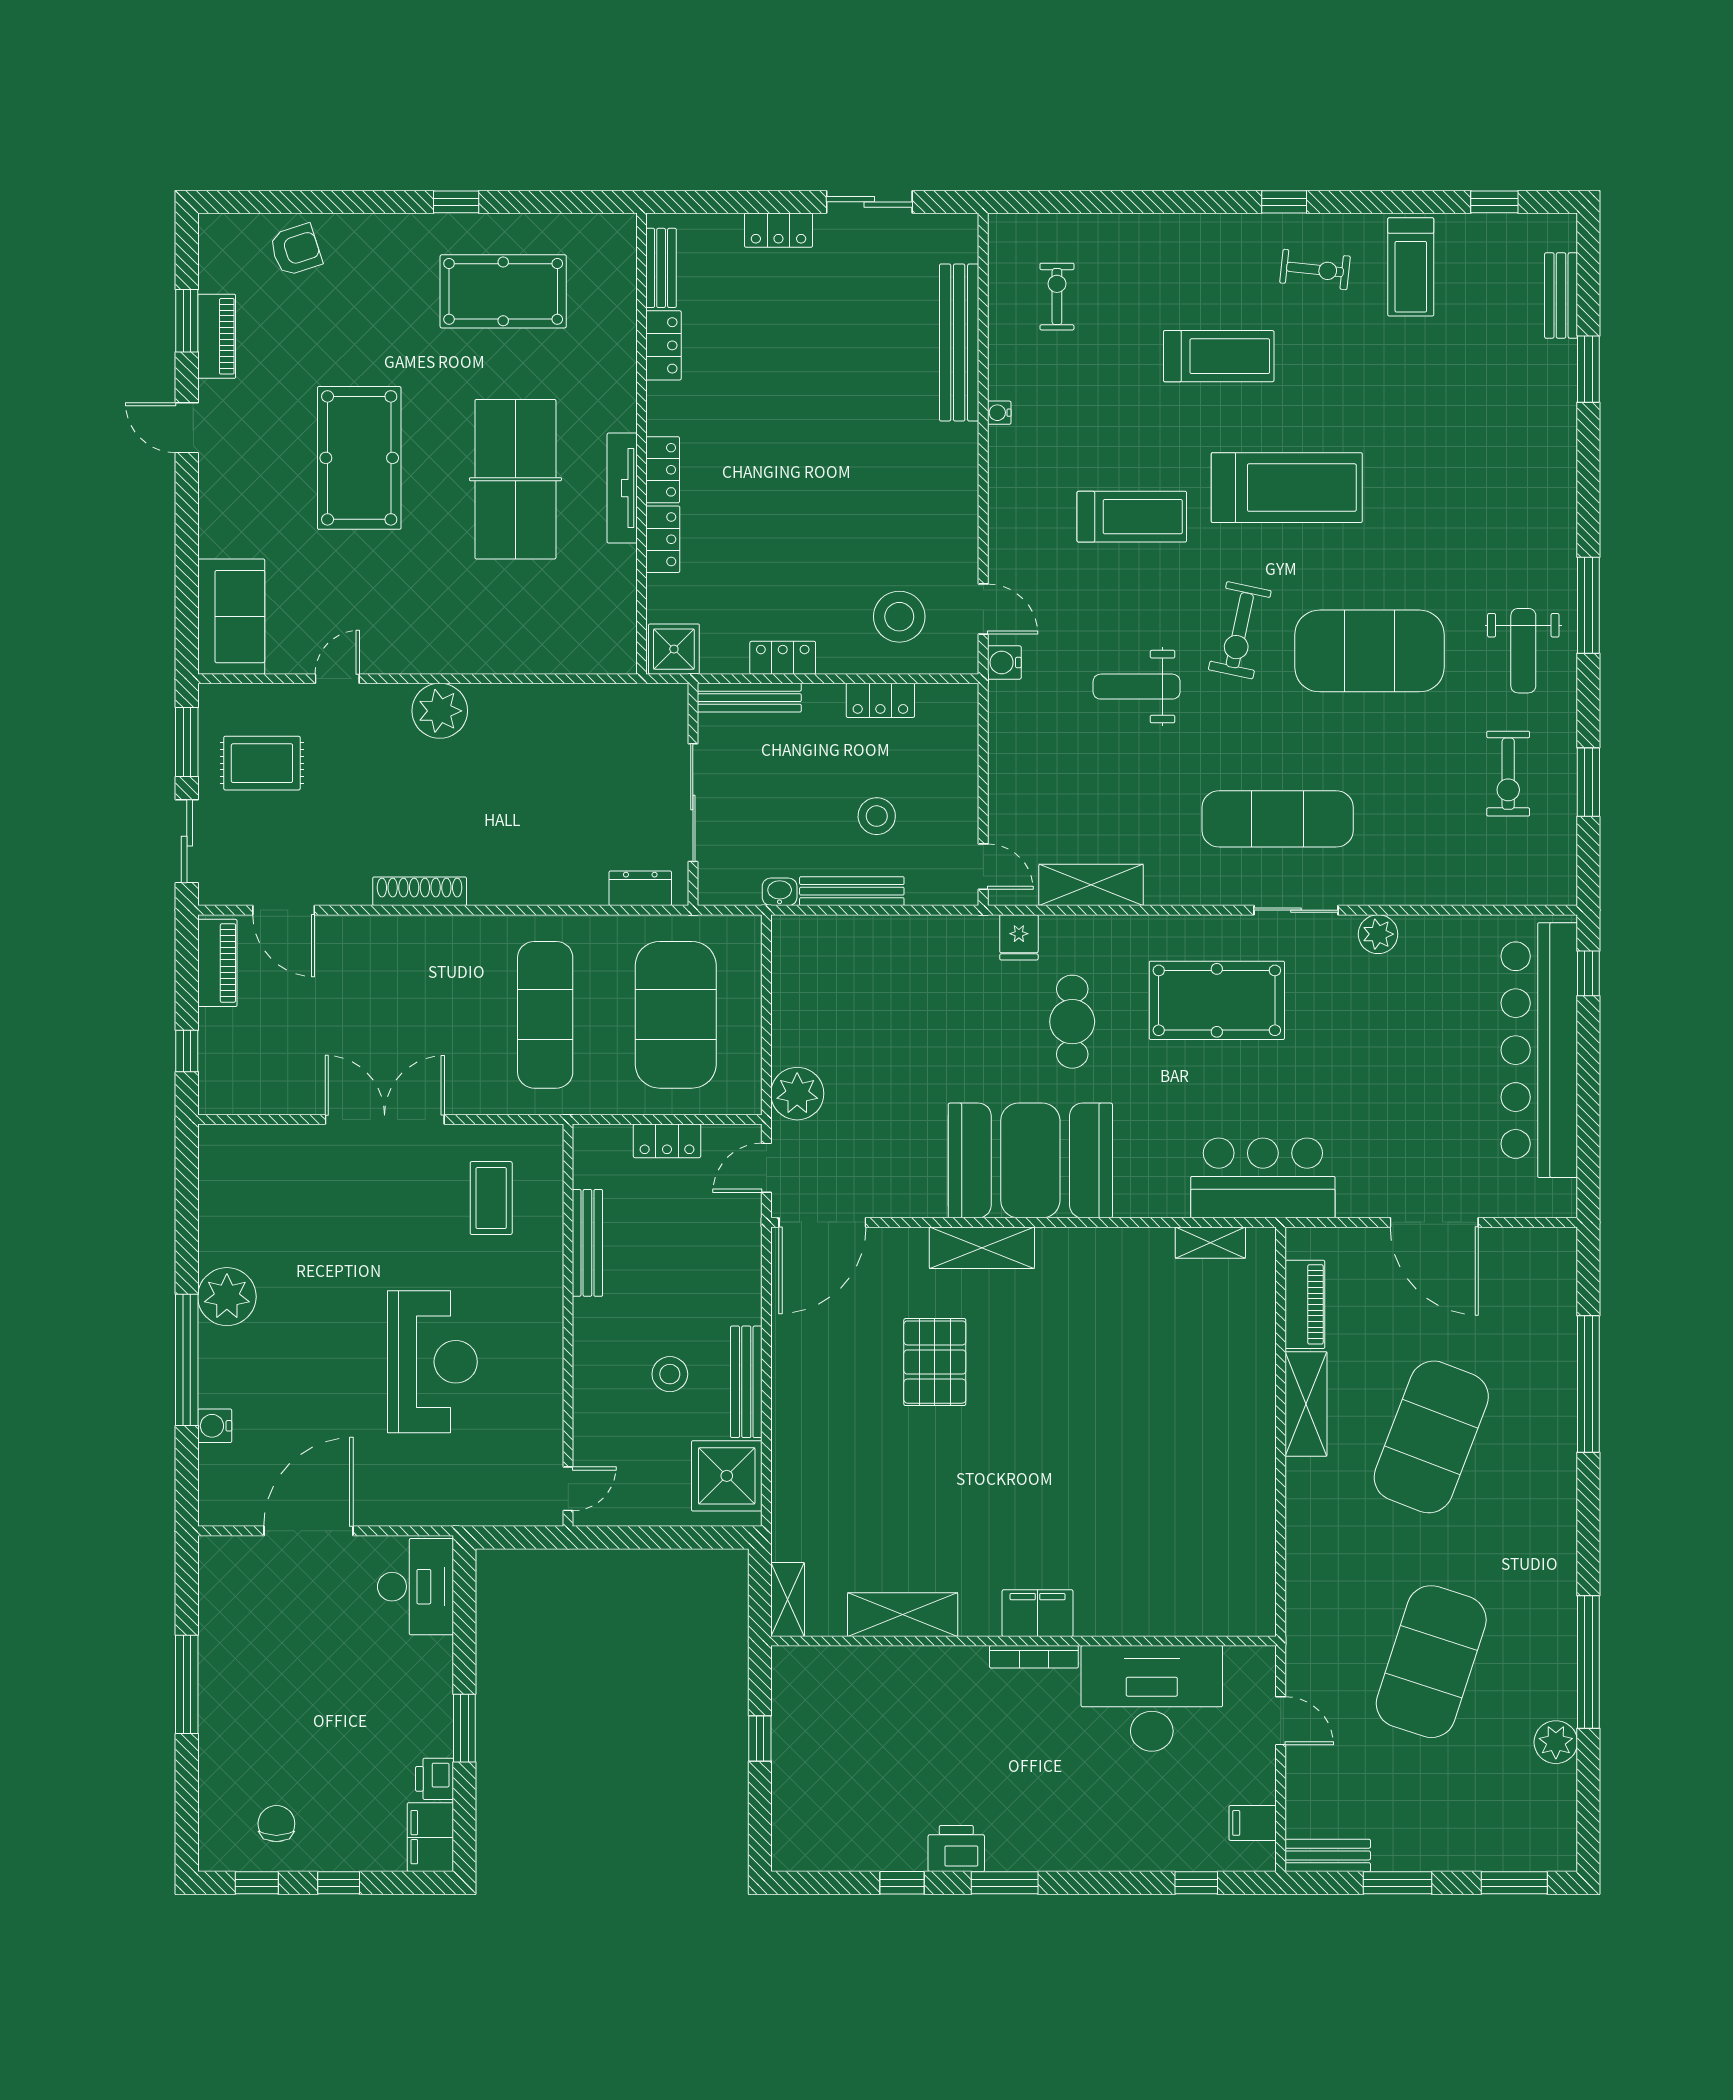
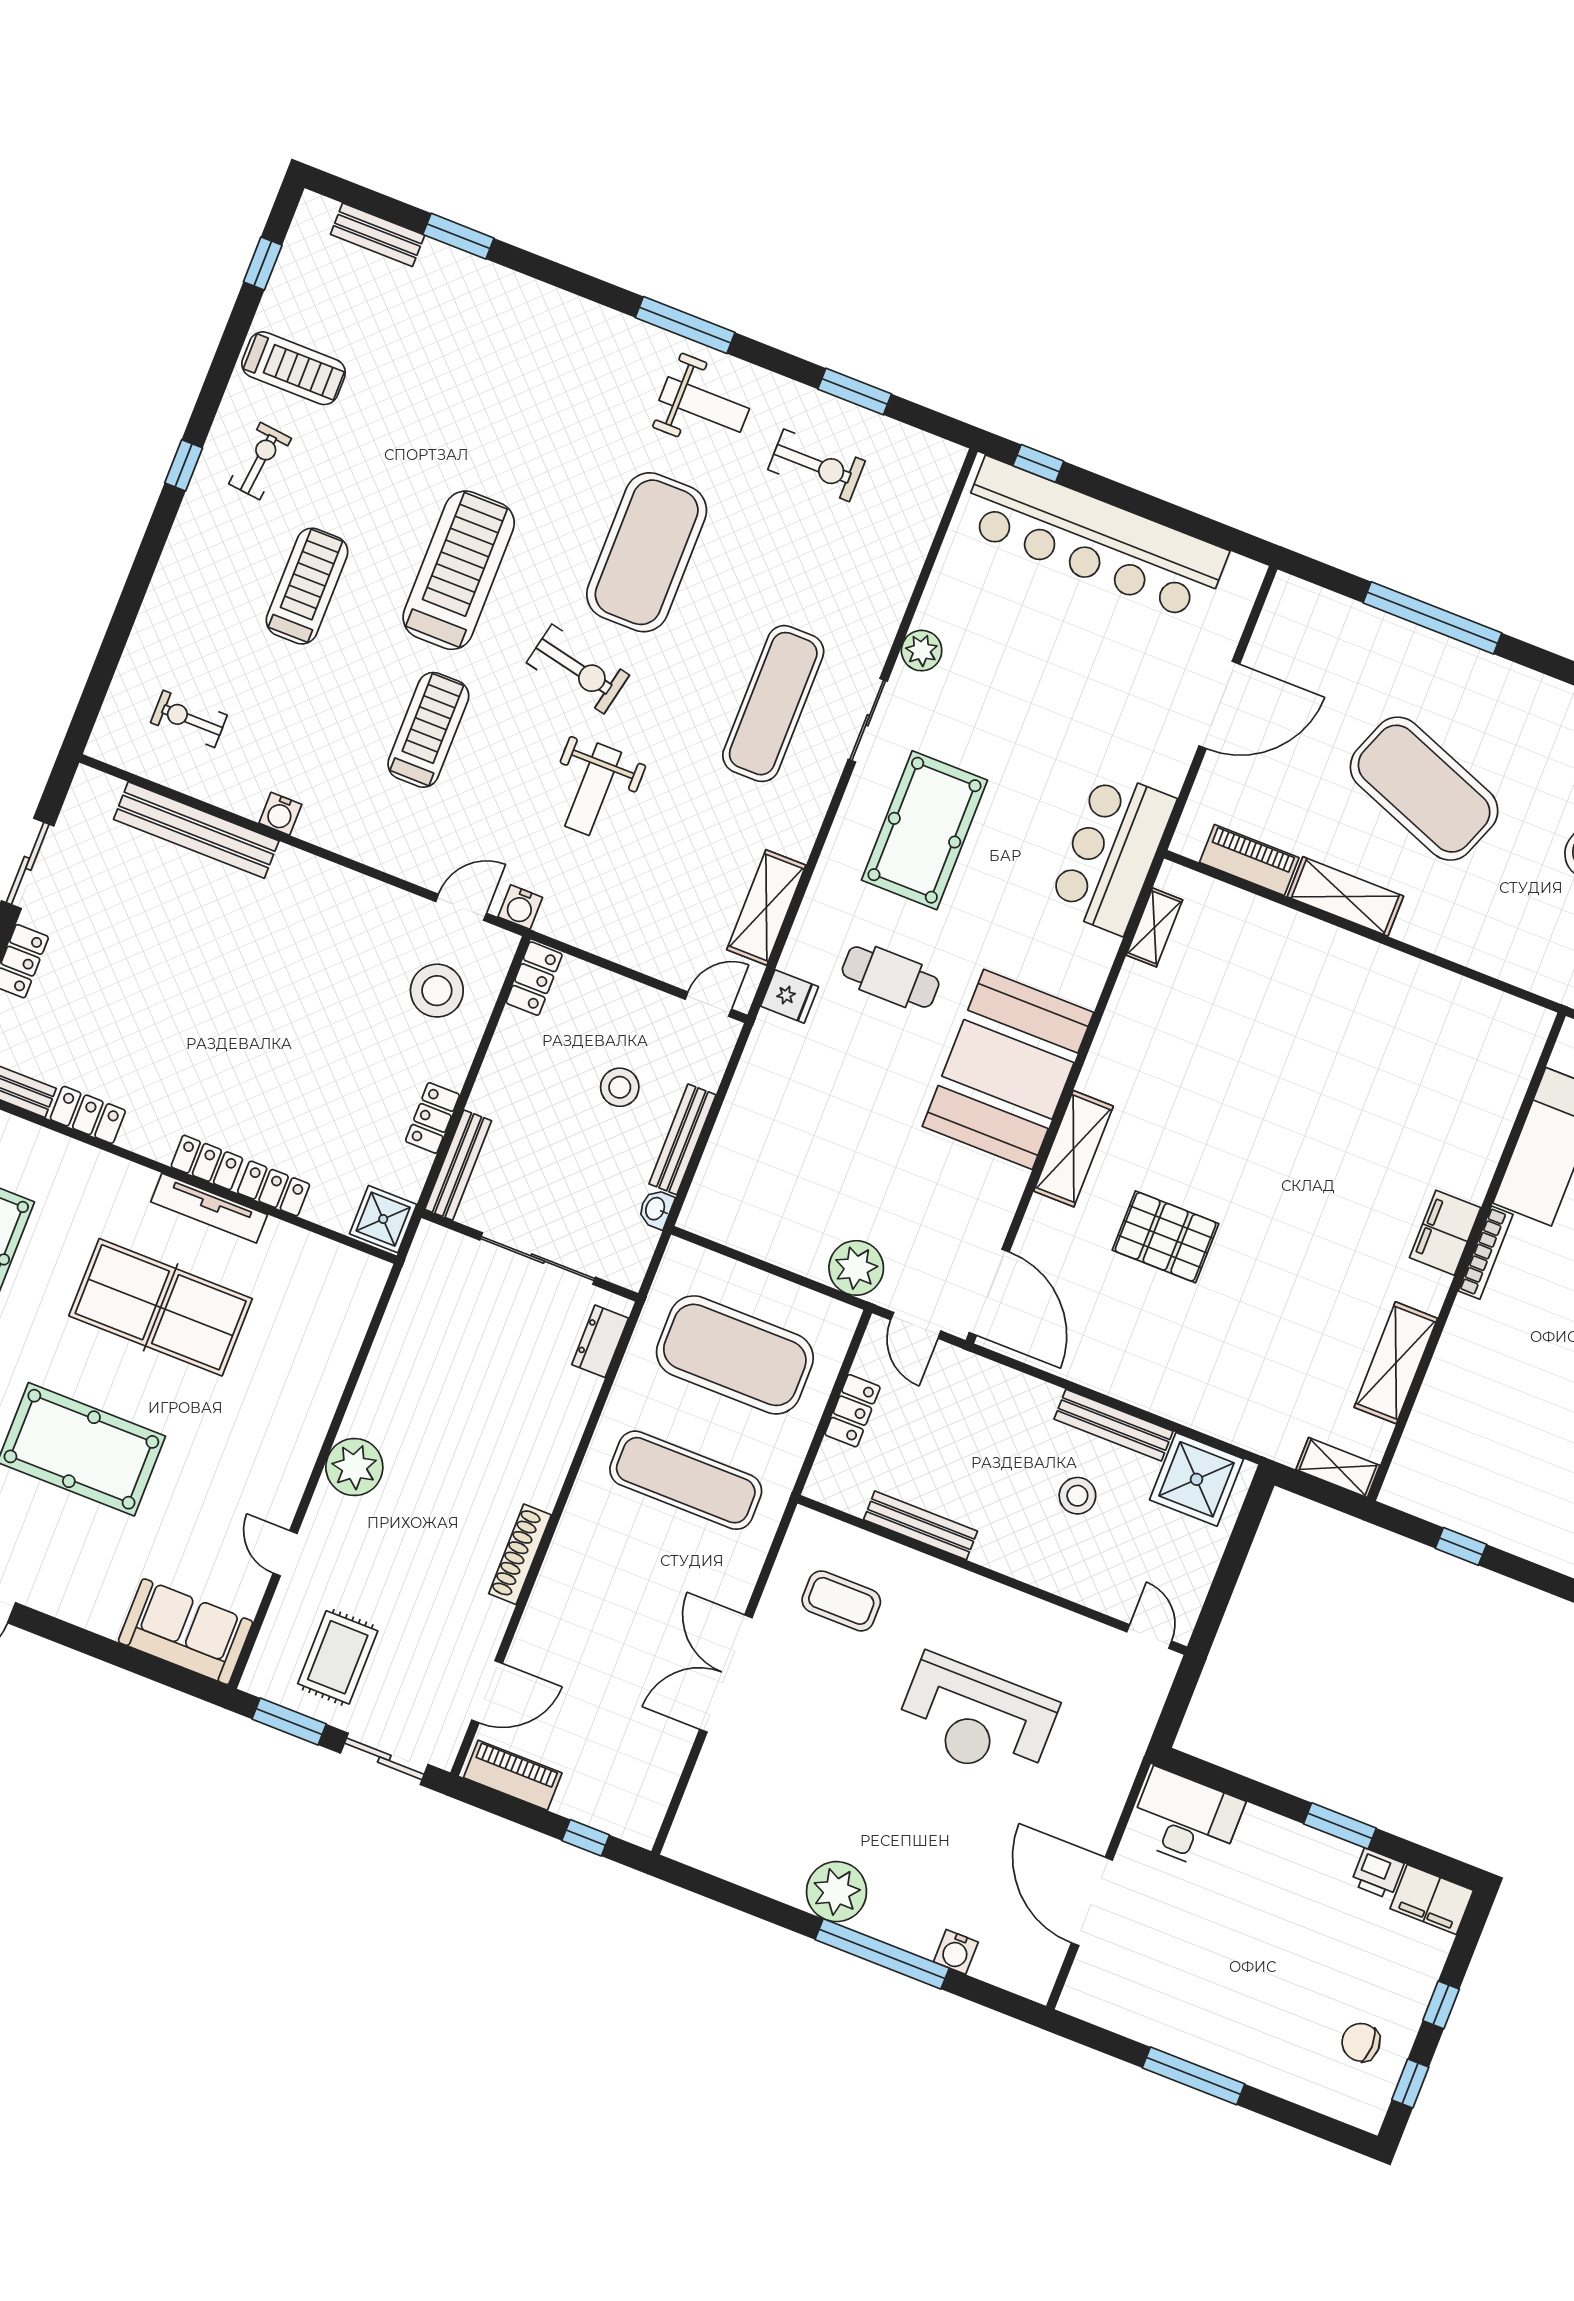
water cooler: (999, 413) -> (280, 814), width x1.38, depth x1.38
locker: (880, 700) -> (534, 979), moved
reception desk: (432, 1362) -> (976, 1719), turned 180

